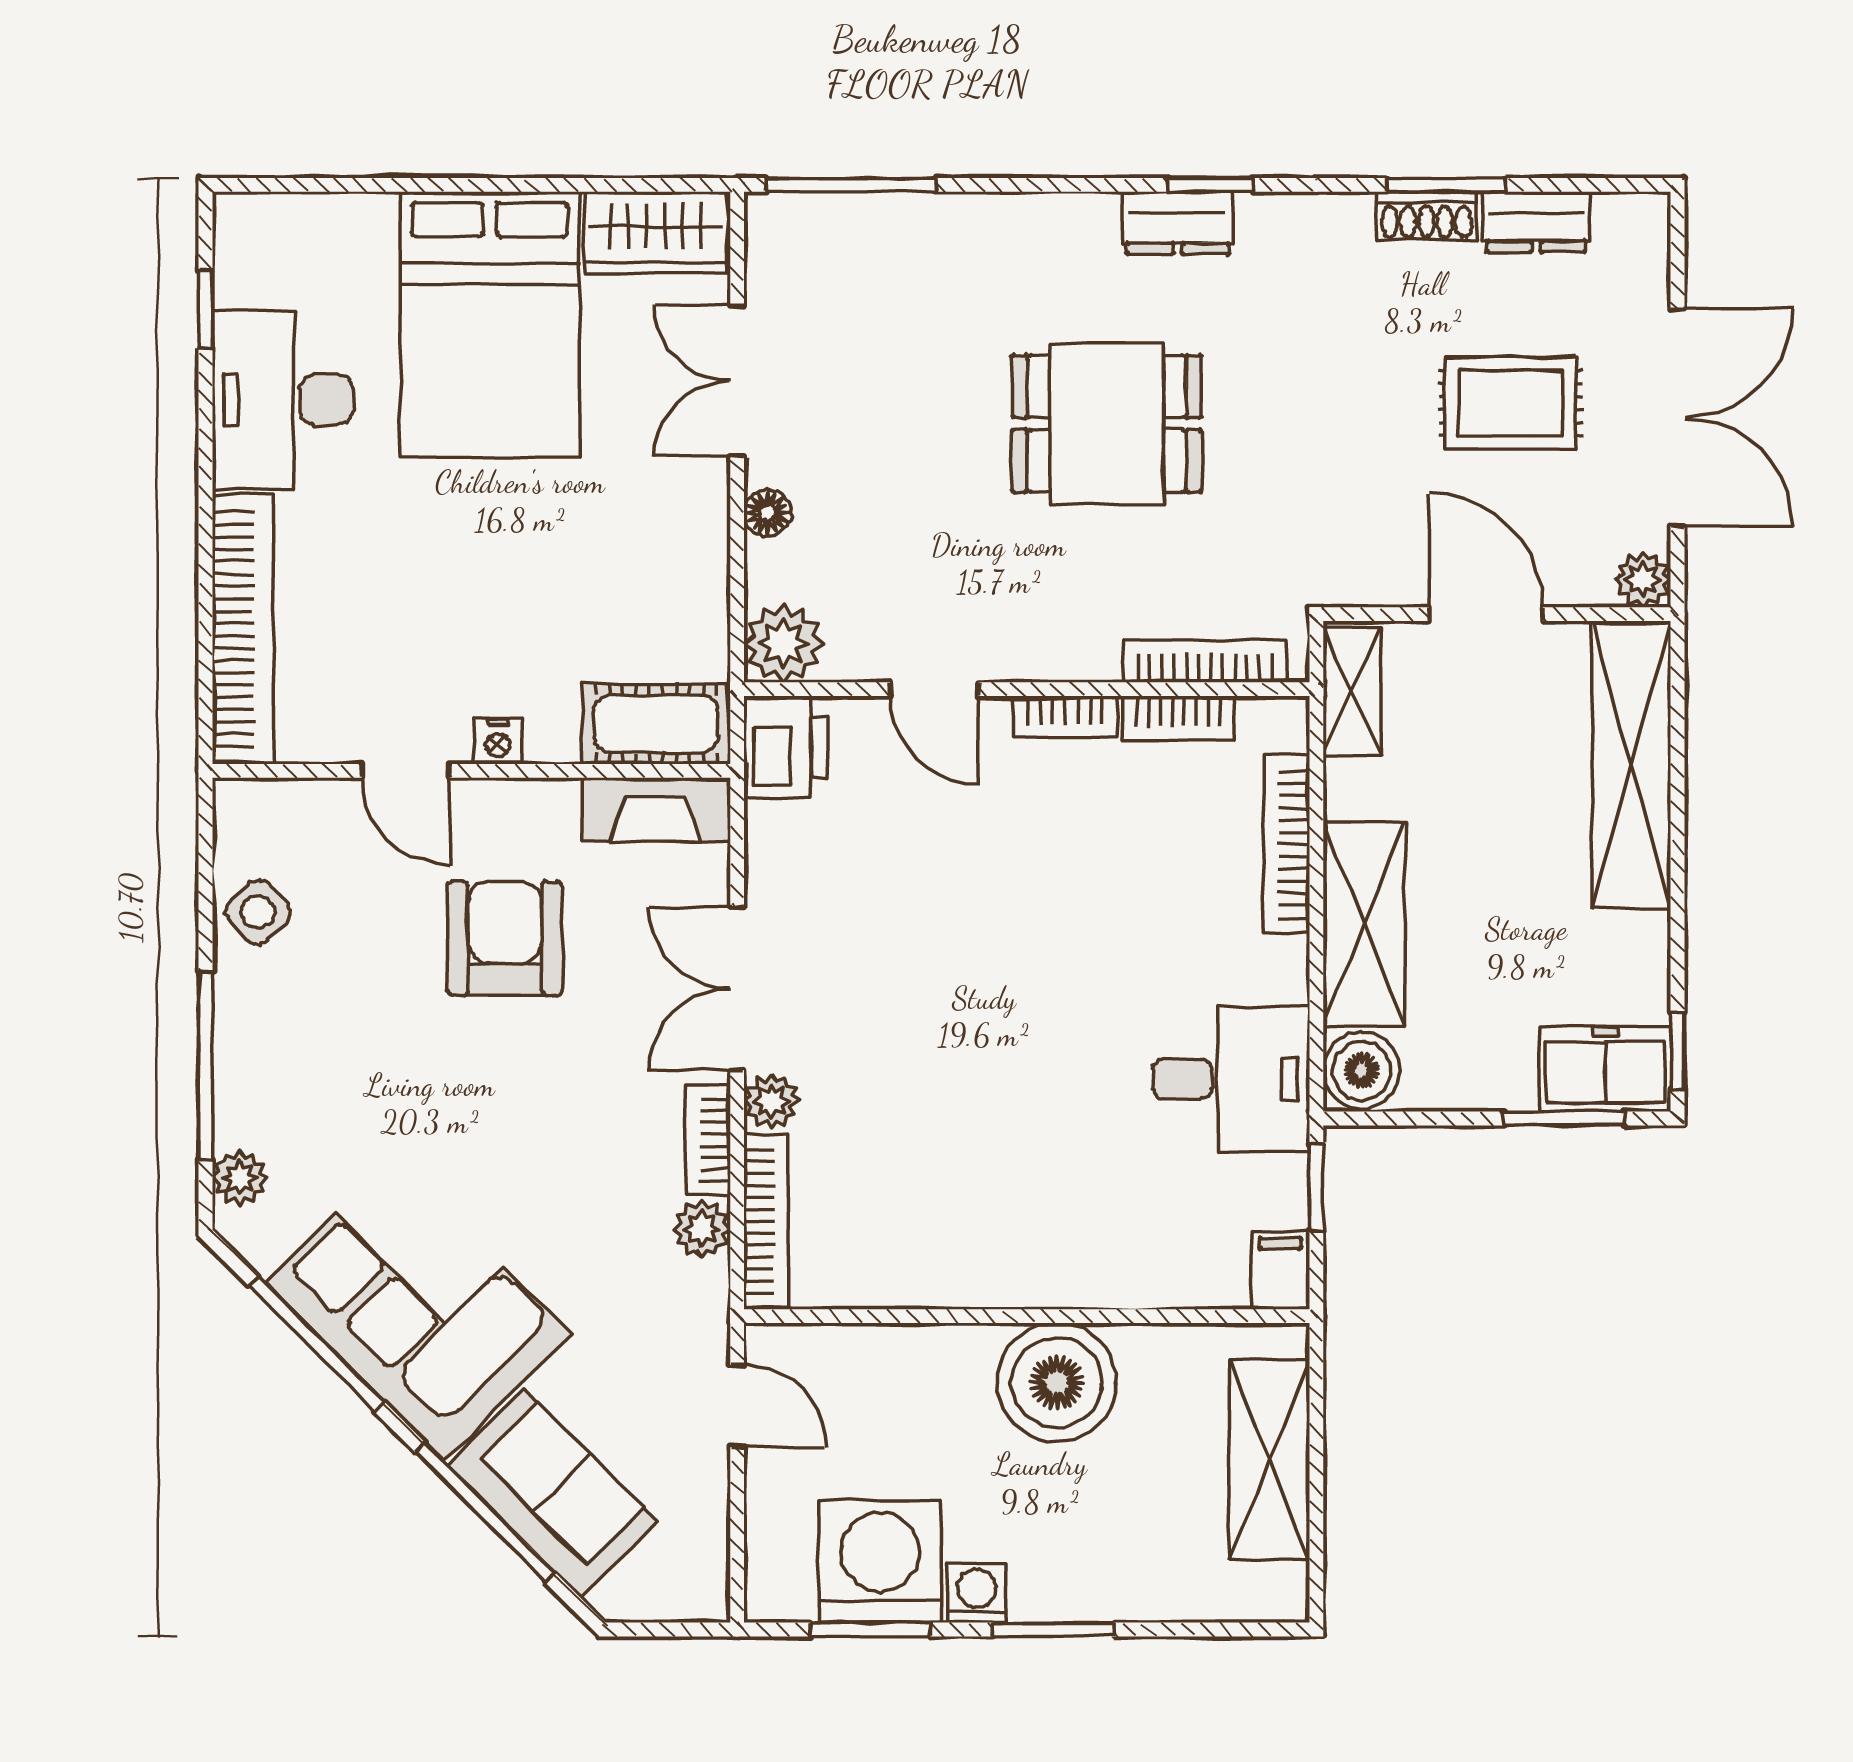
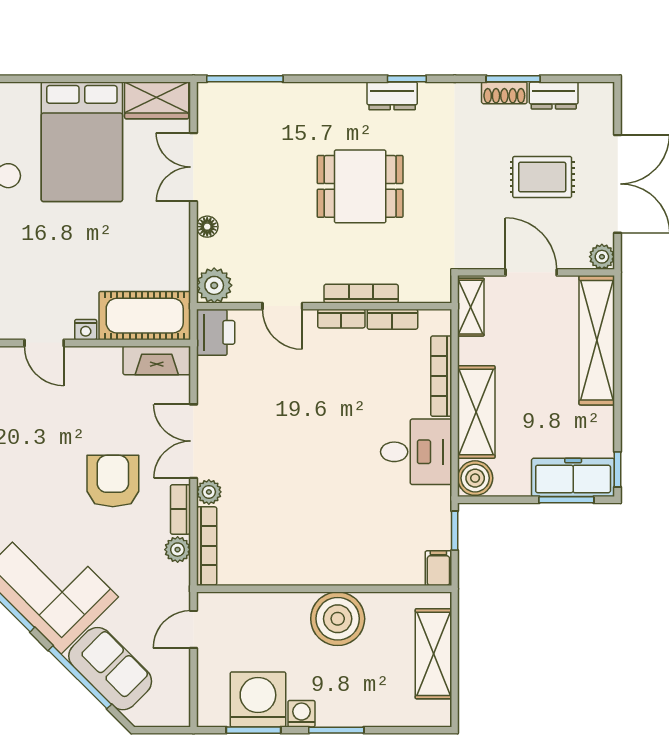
bookcase: (1205, 661) -> (361, 294), moved
cot: (656, 724) -> (145, 316), width x1.37, depth x1.34
armchair: (505, 938) -> (113, 481), moved
freezer: (1605, 1069) -> (573, 477), width x1.40
desk: (1231, 1079) -> (416, 452), moved
door: (737, 1406) -> (193, 629), swing flipped

